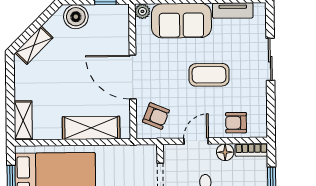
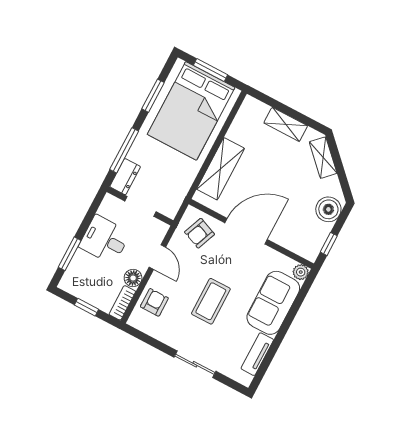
shelving: (23, 120) -> (286, 124), moved

